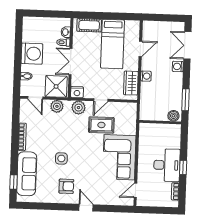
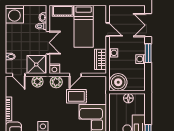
door: (140, 49) -> (108, 30), hinge flipped
washing machine: (32, 54) -> (14, 14), moved, turned 90
double door: (70, 62) -> (48, 43), swing flipped
washing machine: (178, 66) -> (141, 59), moved
window: (185, 100) -> (148, 53), moved
boiler: (173, 116) -> (118, 82), moved, width x1.86, depth x1.86
floor lamp: (162, 129) -> (128, 98), added

